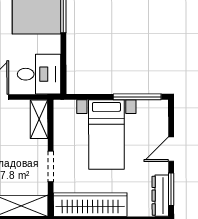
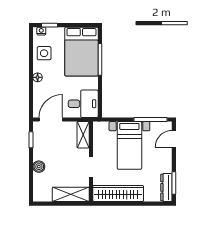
door: (171, 149) -> (174, 139), moved

